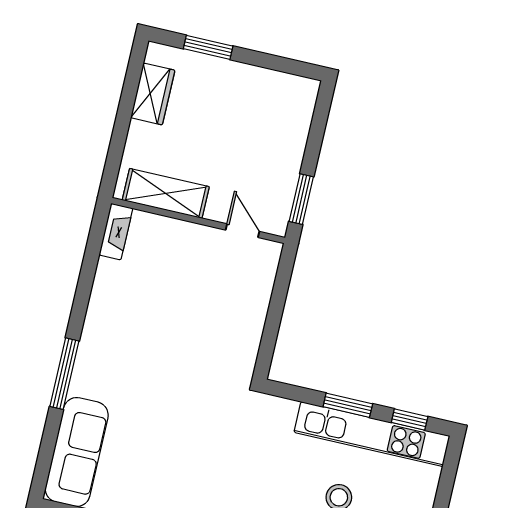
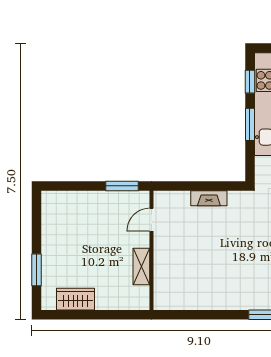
shelving: (166, 193) -> (141, 266), width x0.67, depth x0.75
fireplace: (116, 232) -> (209, 198), moved, turned 180

